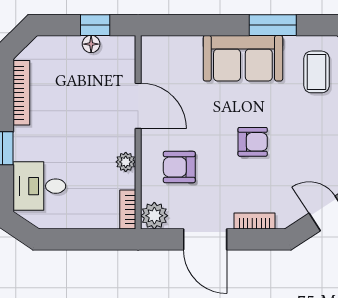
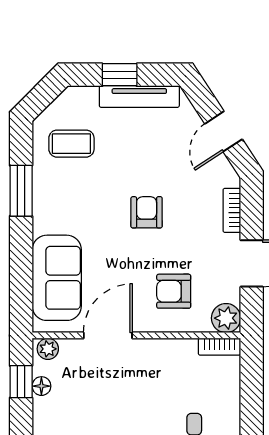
sofa: (243, 58) -> (57, 278), moved
plant: (126, 162) -> (48, 349), moved
armchair: (179, 167) -> (174, 291), turned 90

